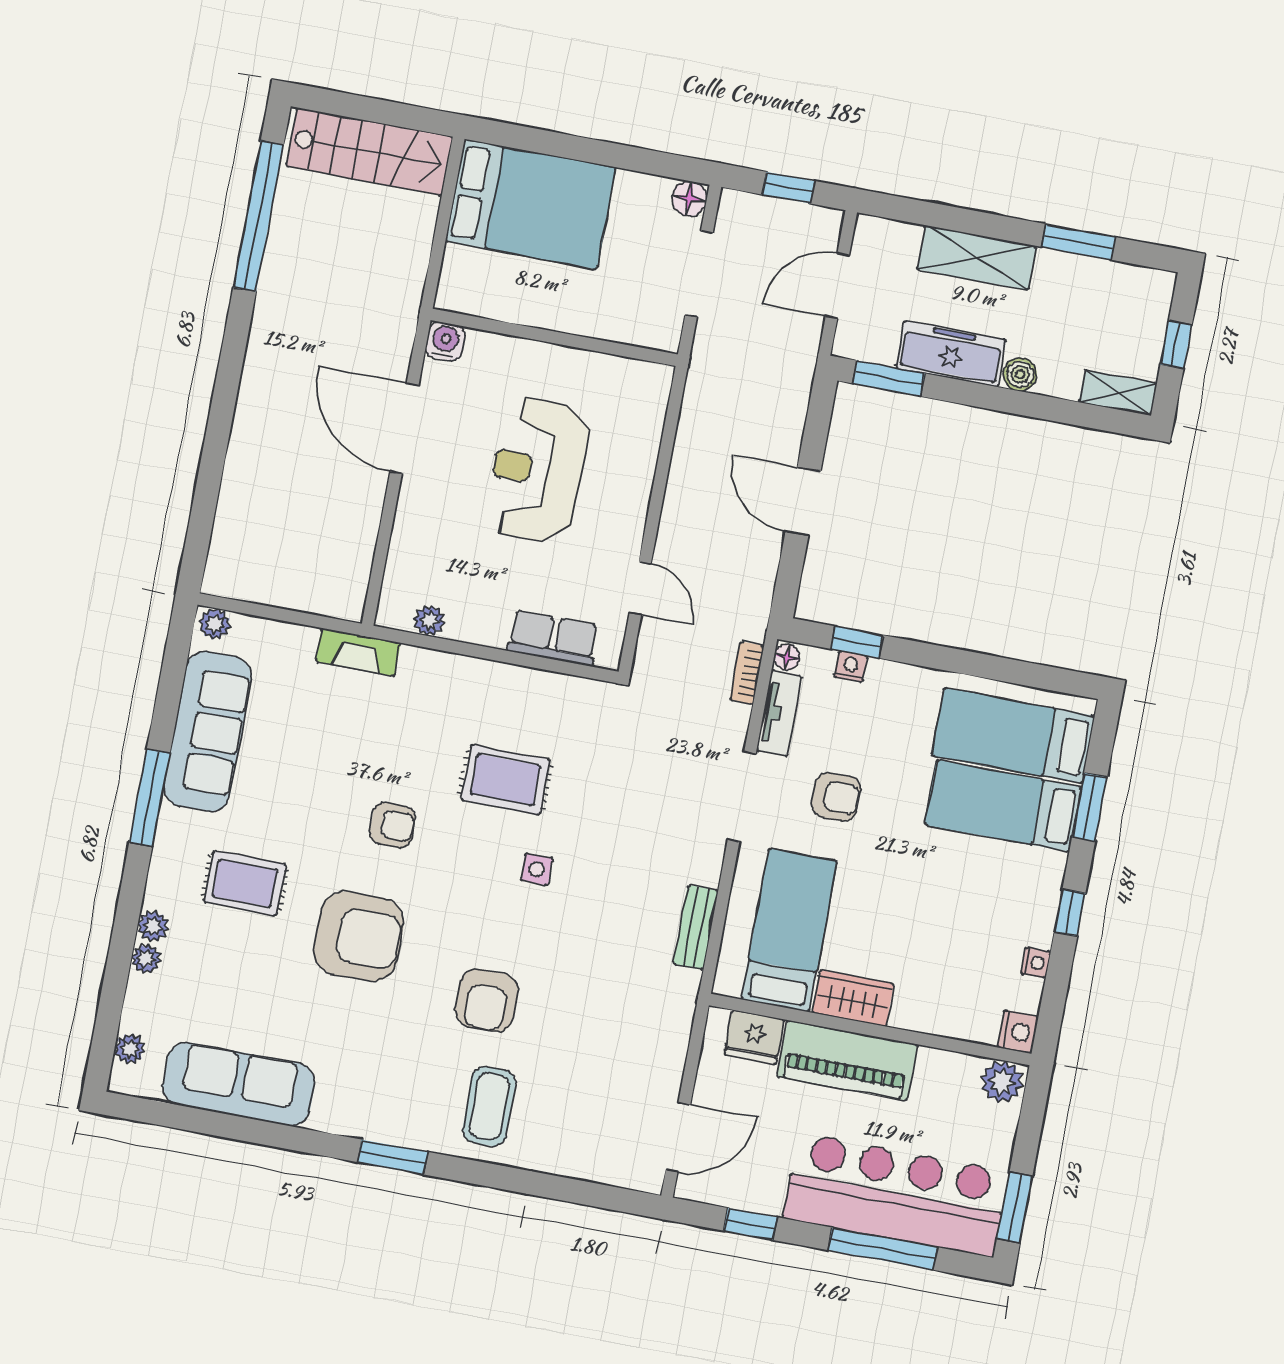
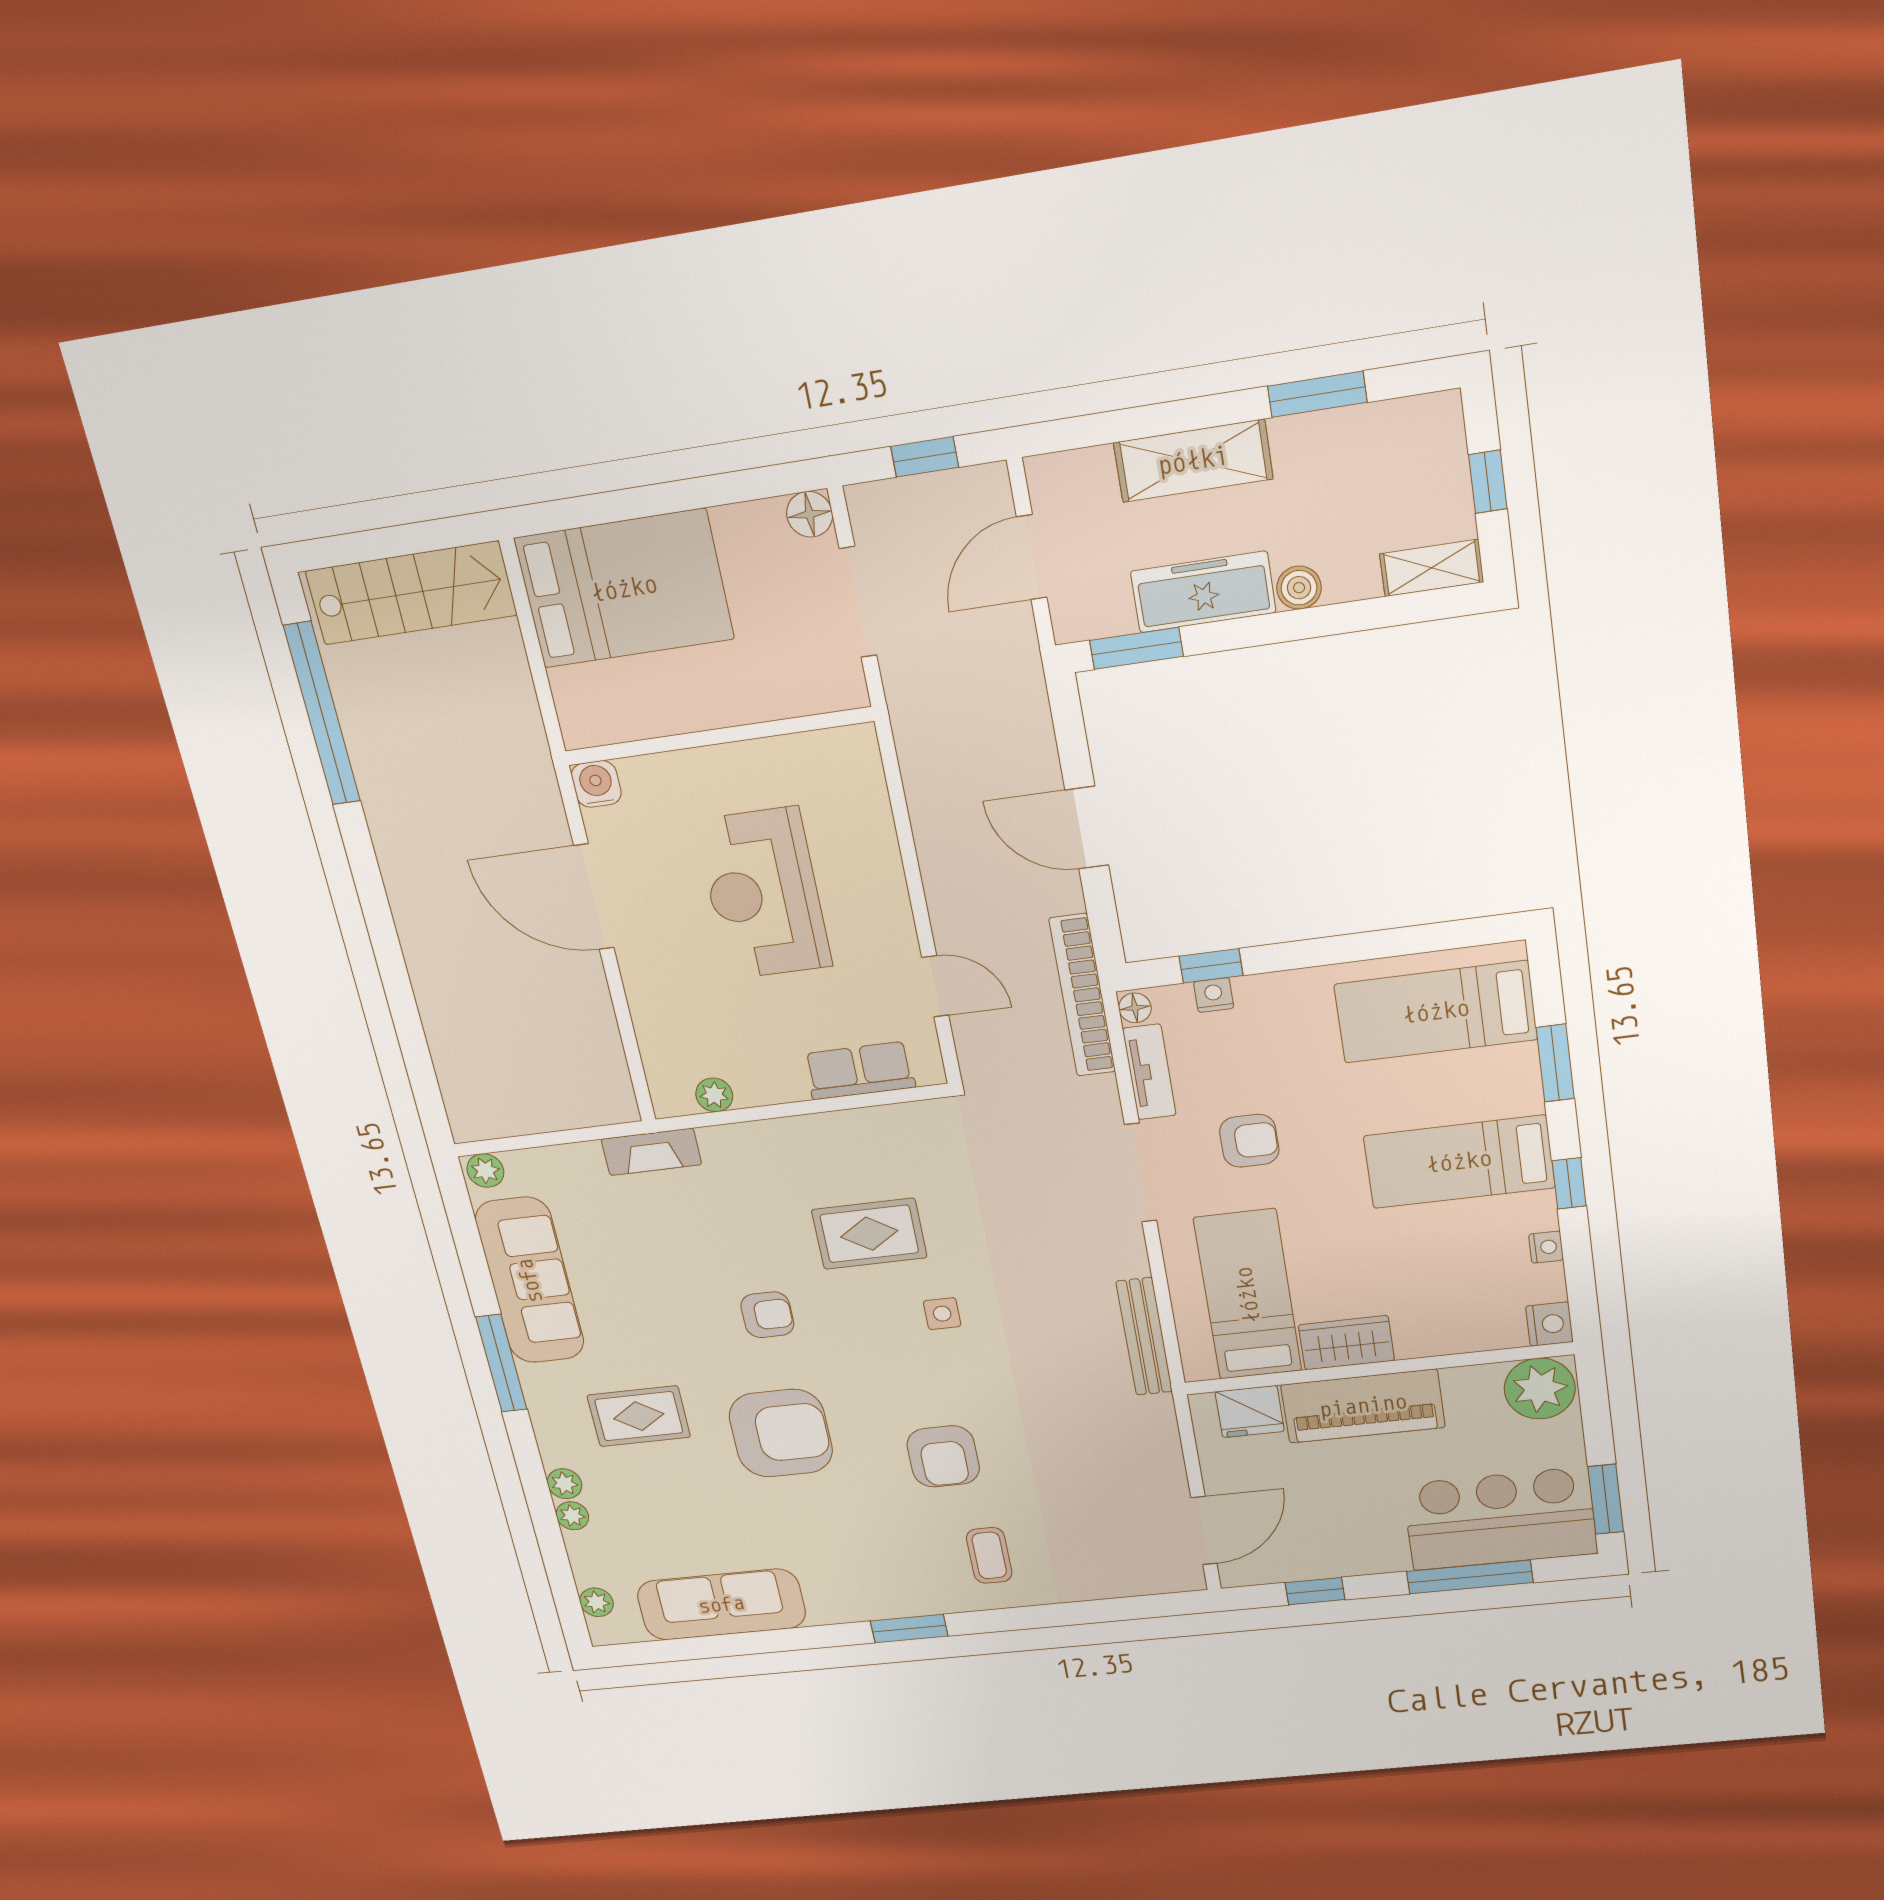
bookcase: (747, 673) -> (1082, 995), width x2.31, depth x1.31
bed: (1003, 806) -> (1459, 1162), moved
bench: (696, 927) -> (1144, 1337), width x1.36
plant: (1002, 1082) -> (1540, 1389), width x1.36, depth x1.36
coffee table: (489, 1106) -> (989, 1555), width x0.73, depth x0.77
bar counter: (896, 1195) -> (1500, 1519), width x0.73

